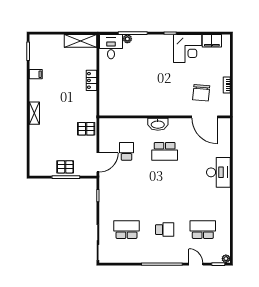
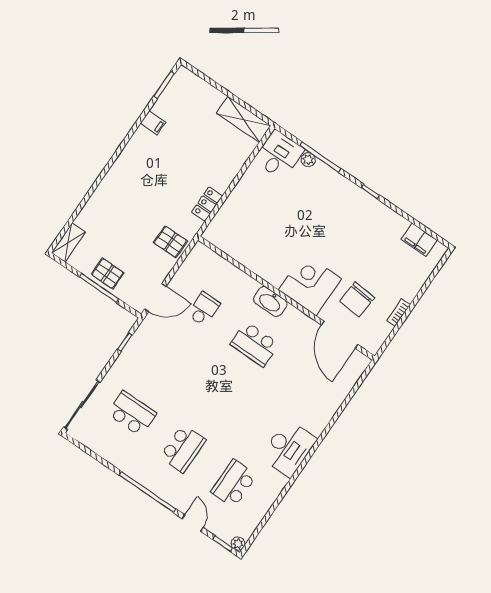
corner desk: (188, 49) -> (310, 284), moved, turned 180
locker: (92, 80) -> (207, 204), moved
shelving: (34, 113) -> (69, 242), moved
desk: (218, 172) -> (289, 448), moved
school desk: (165, 230) -> (183, 449), width x1.85
school desk: (203, 230) -> (234, 484), turned -90

